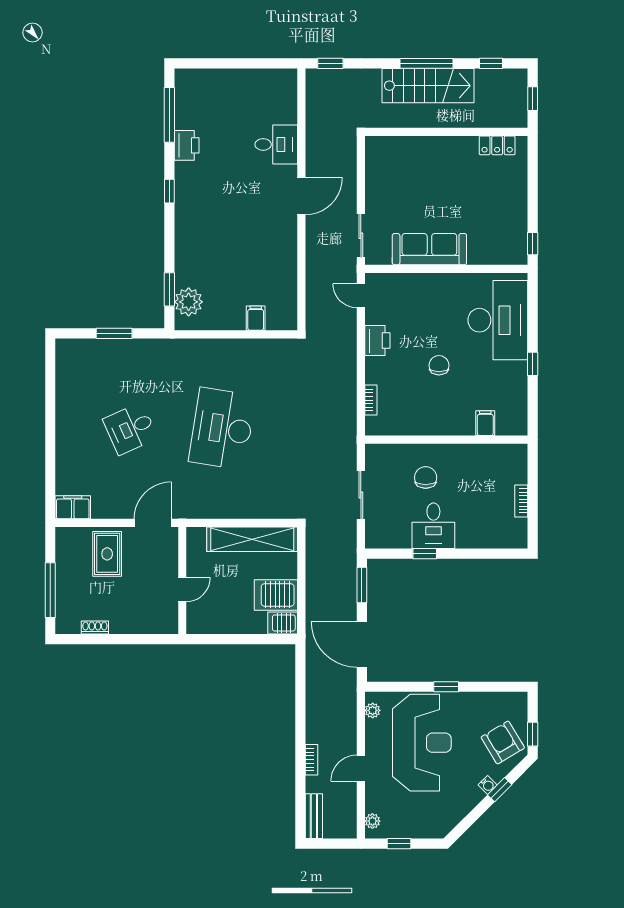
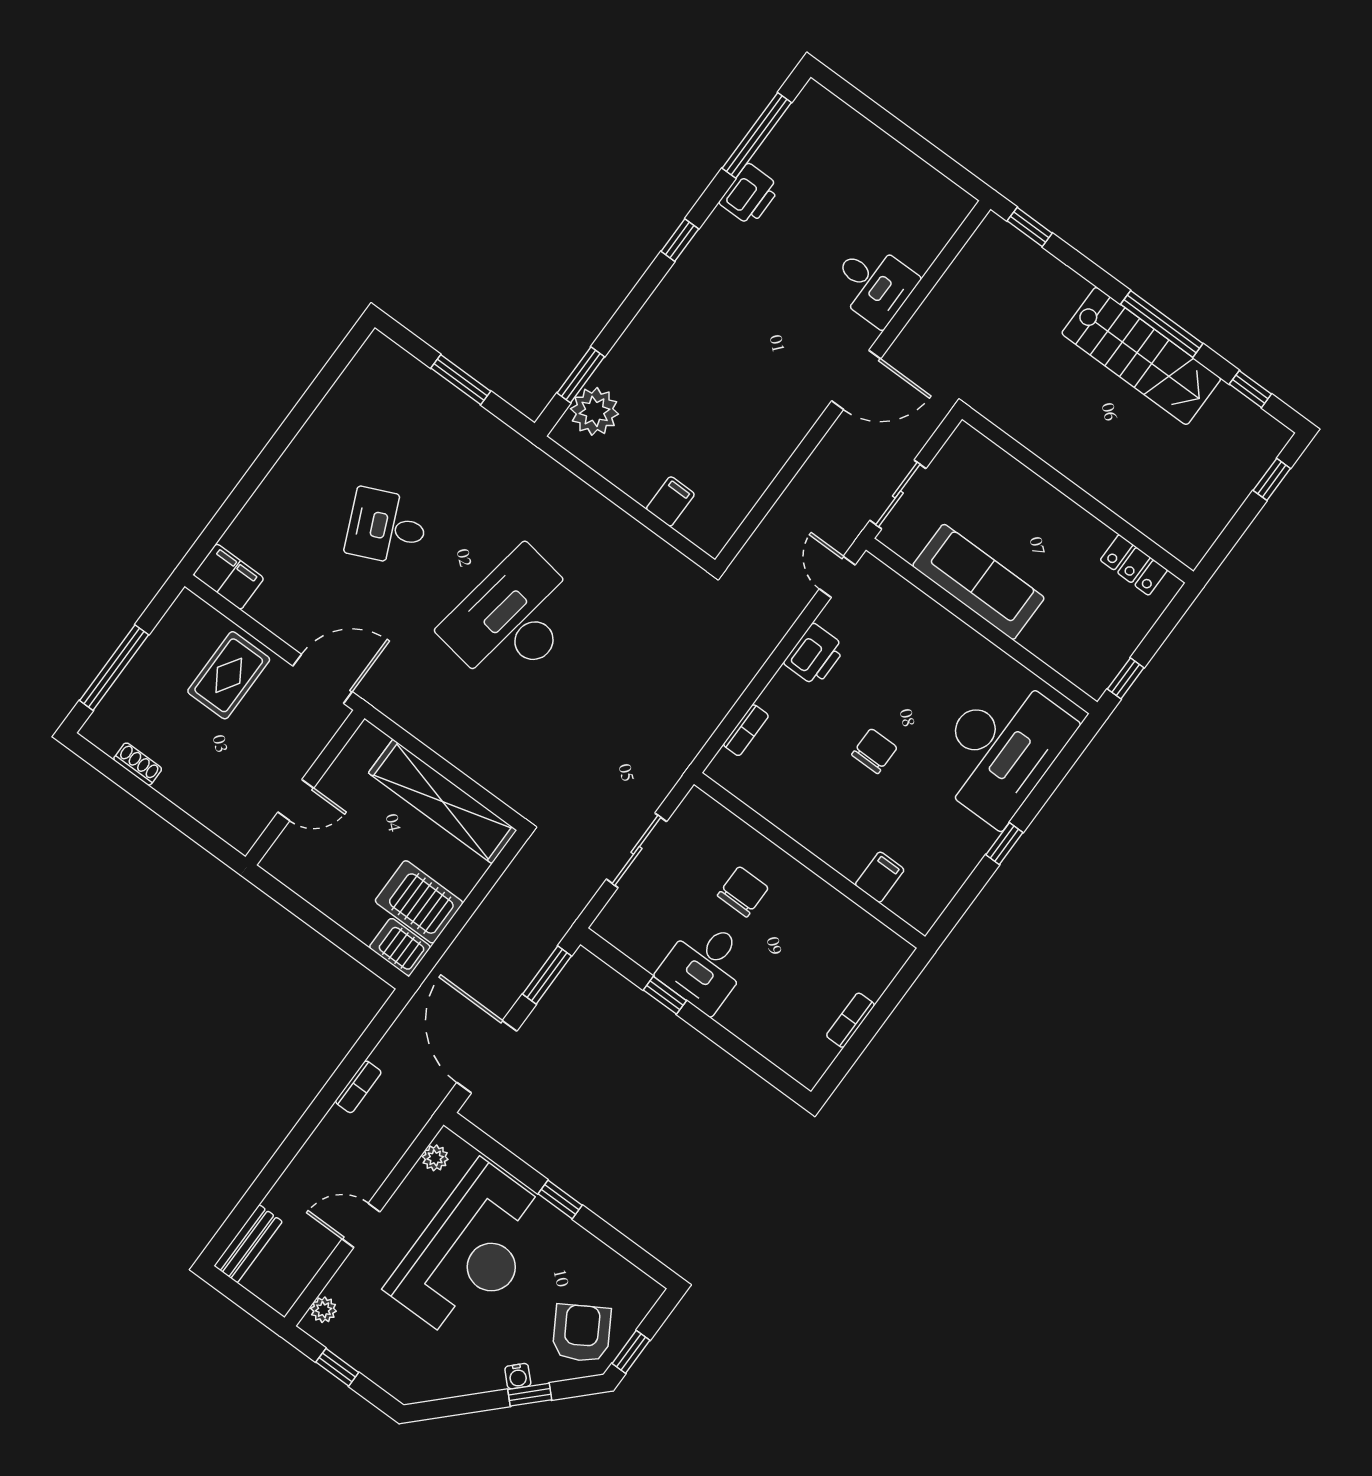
wall: (446, 132) -> (1078, 495), moved
locker: (497, 145) -> (1134, 565), moved
bookcase: (311, 760) -> (358, 1087), moved

